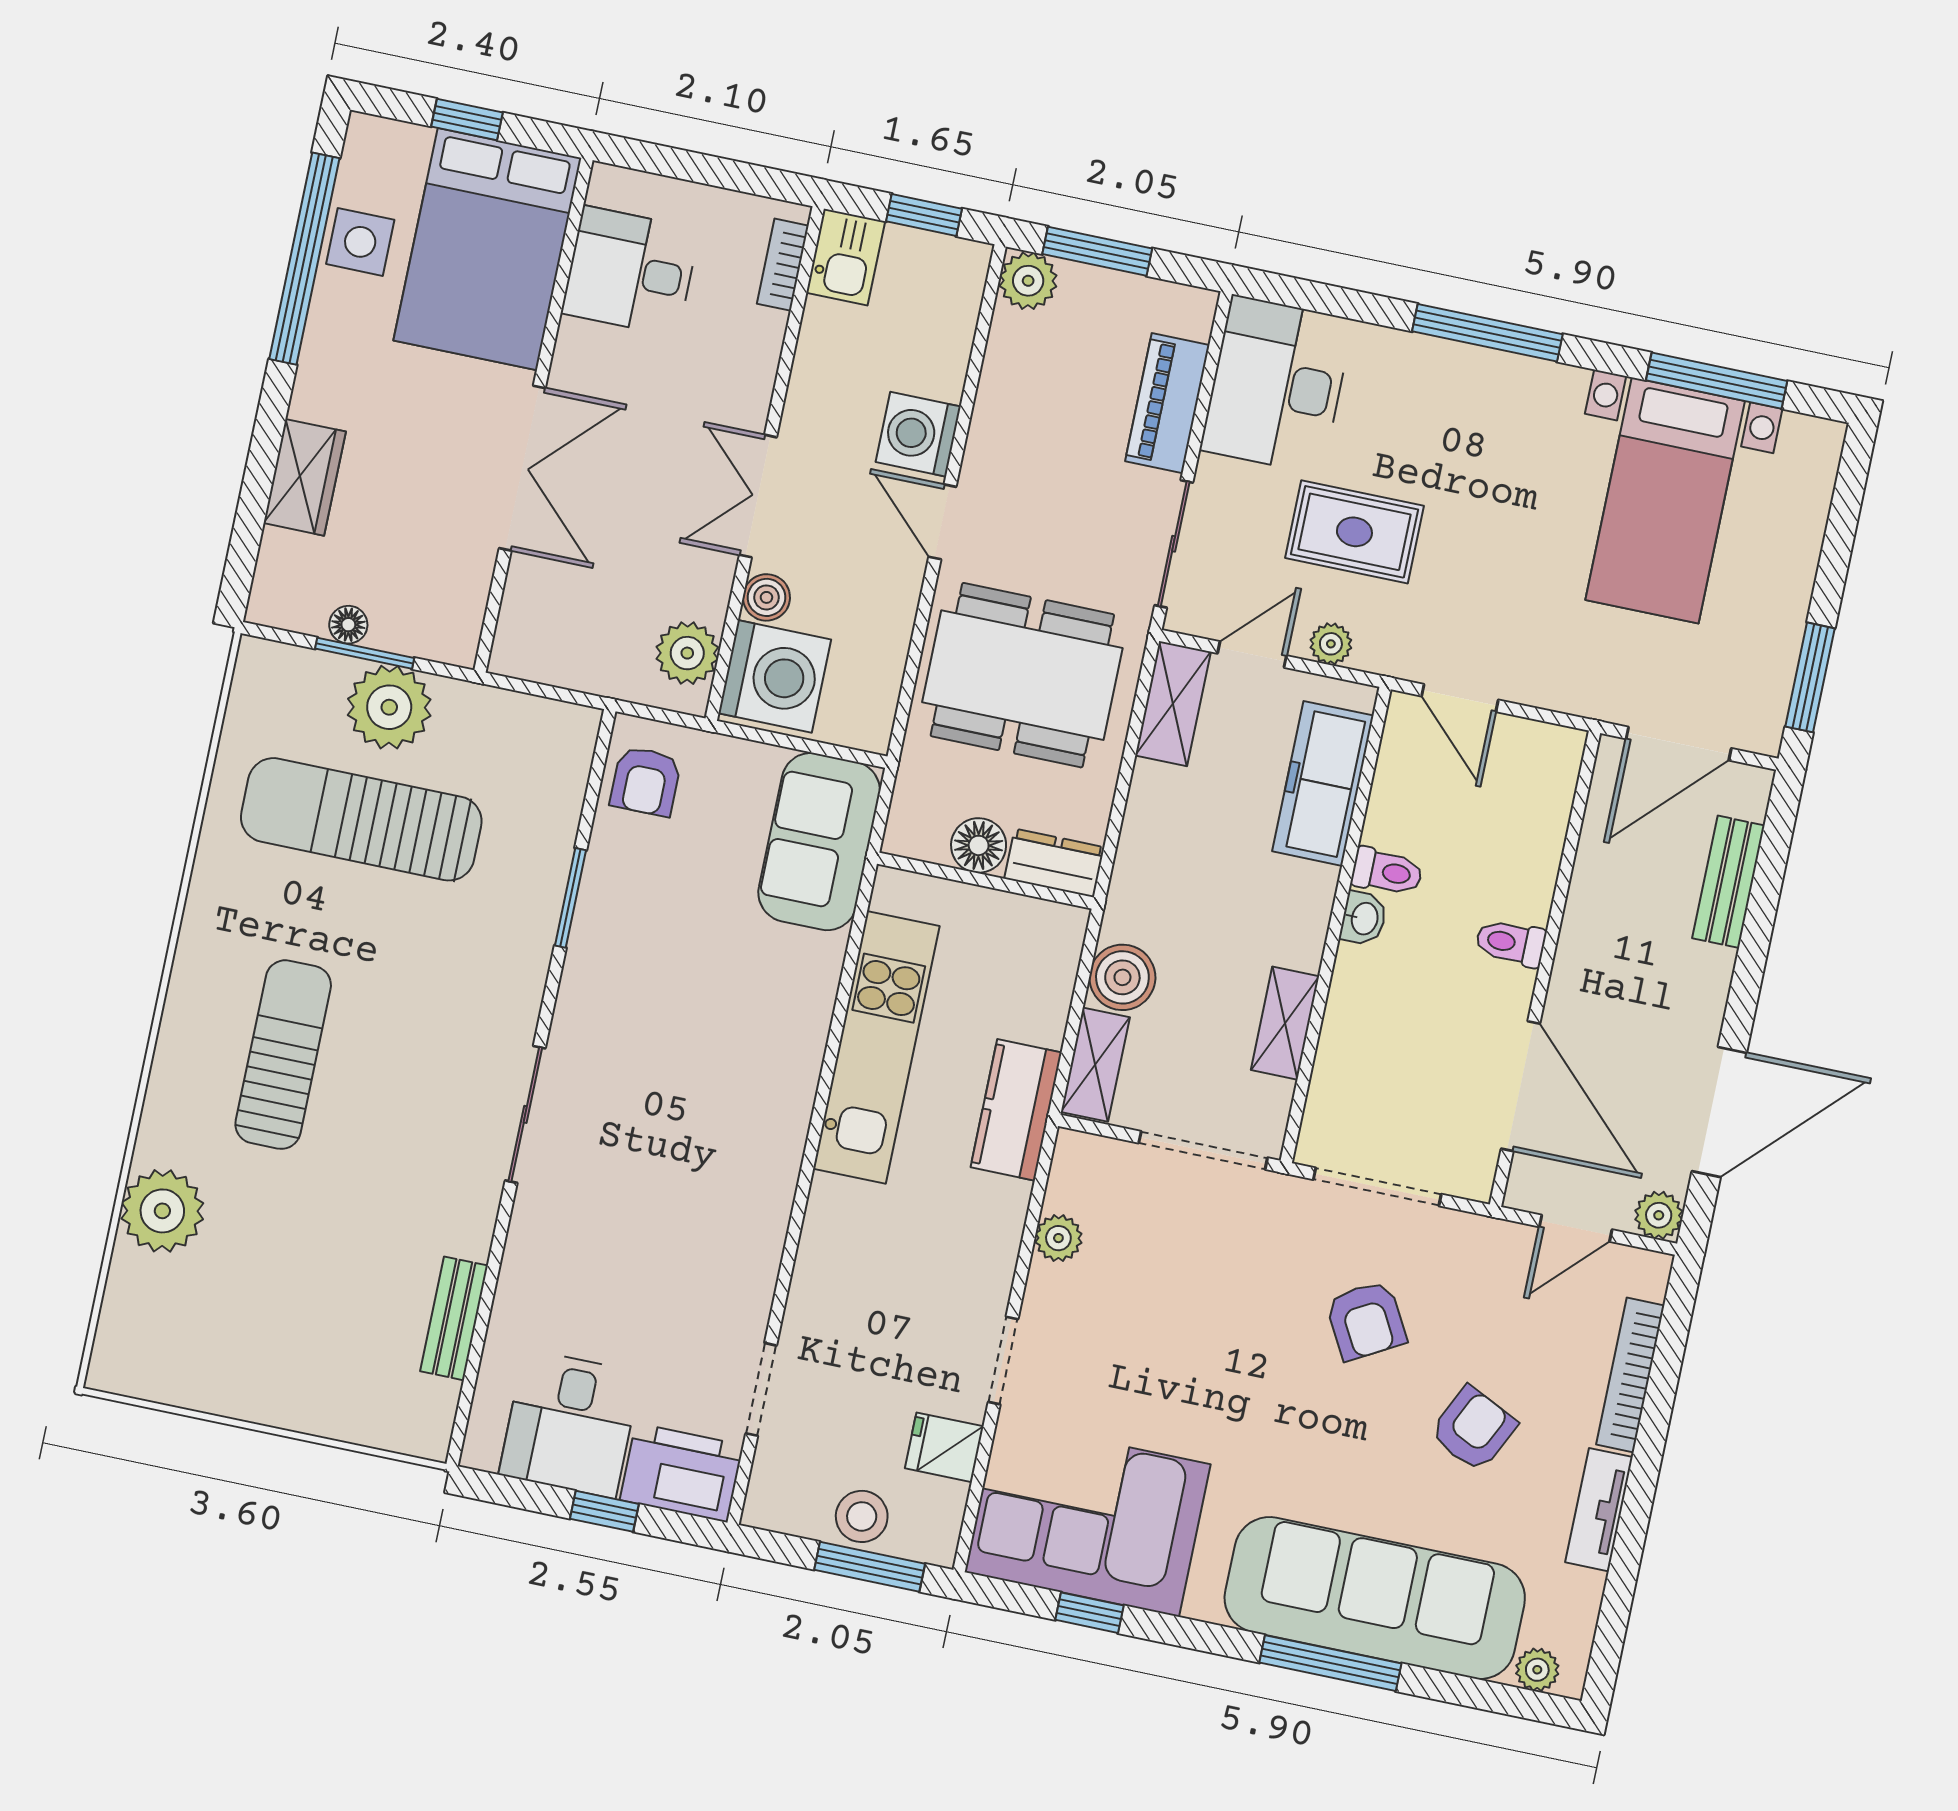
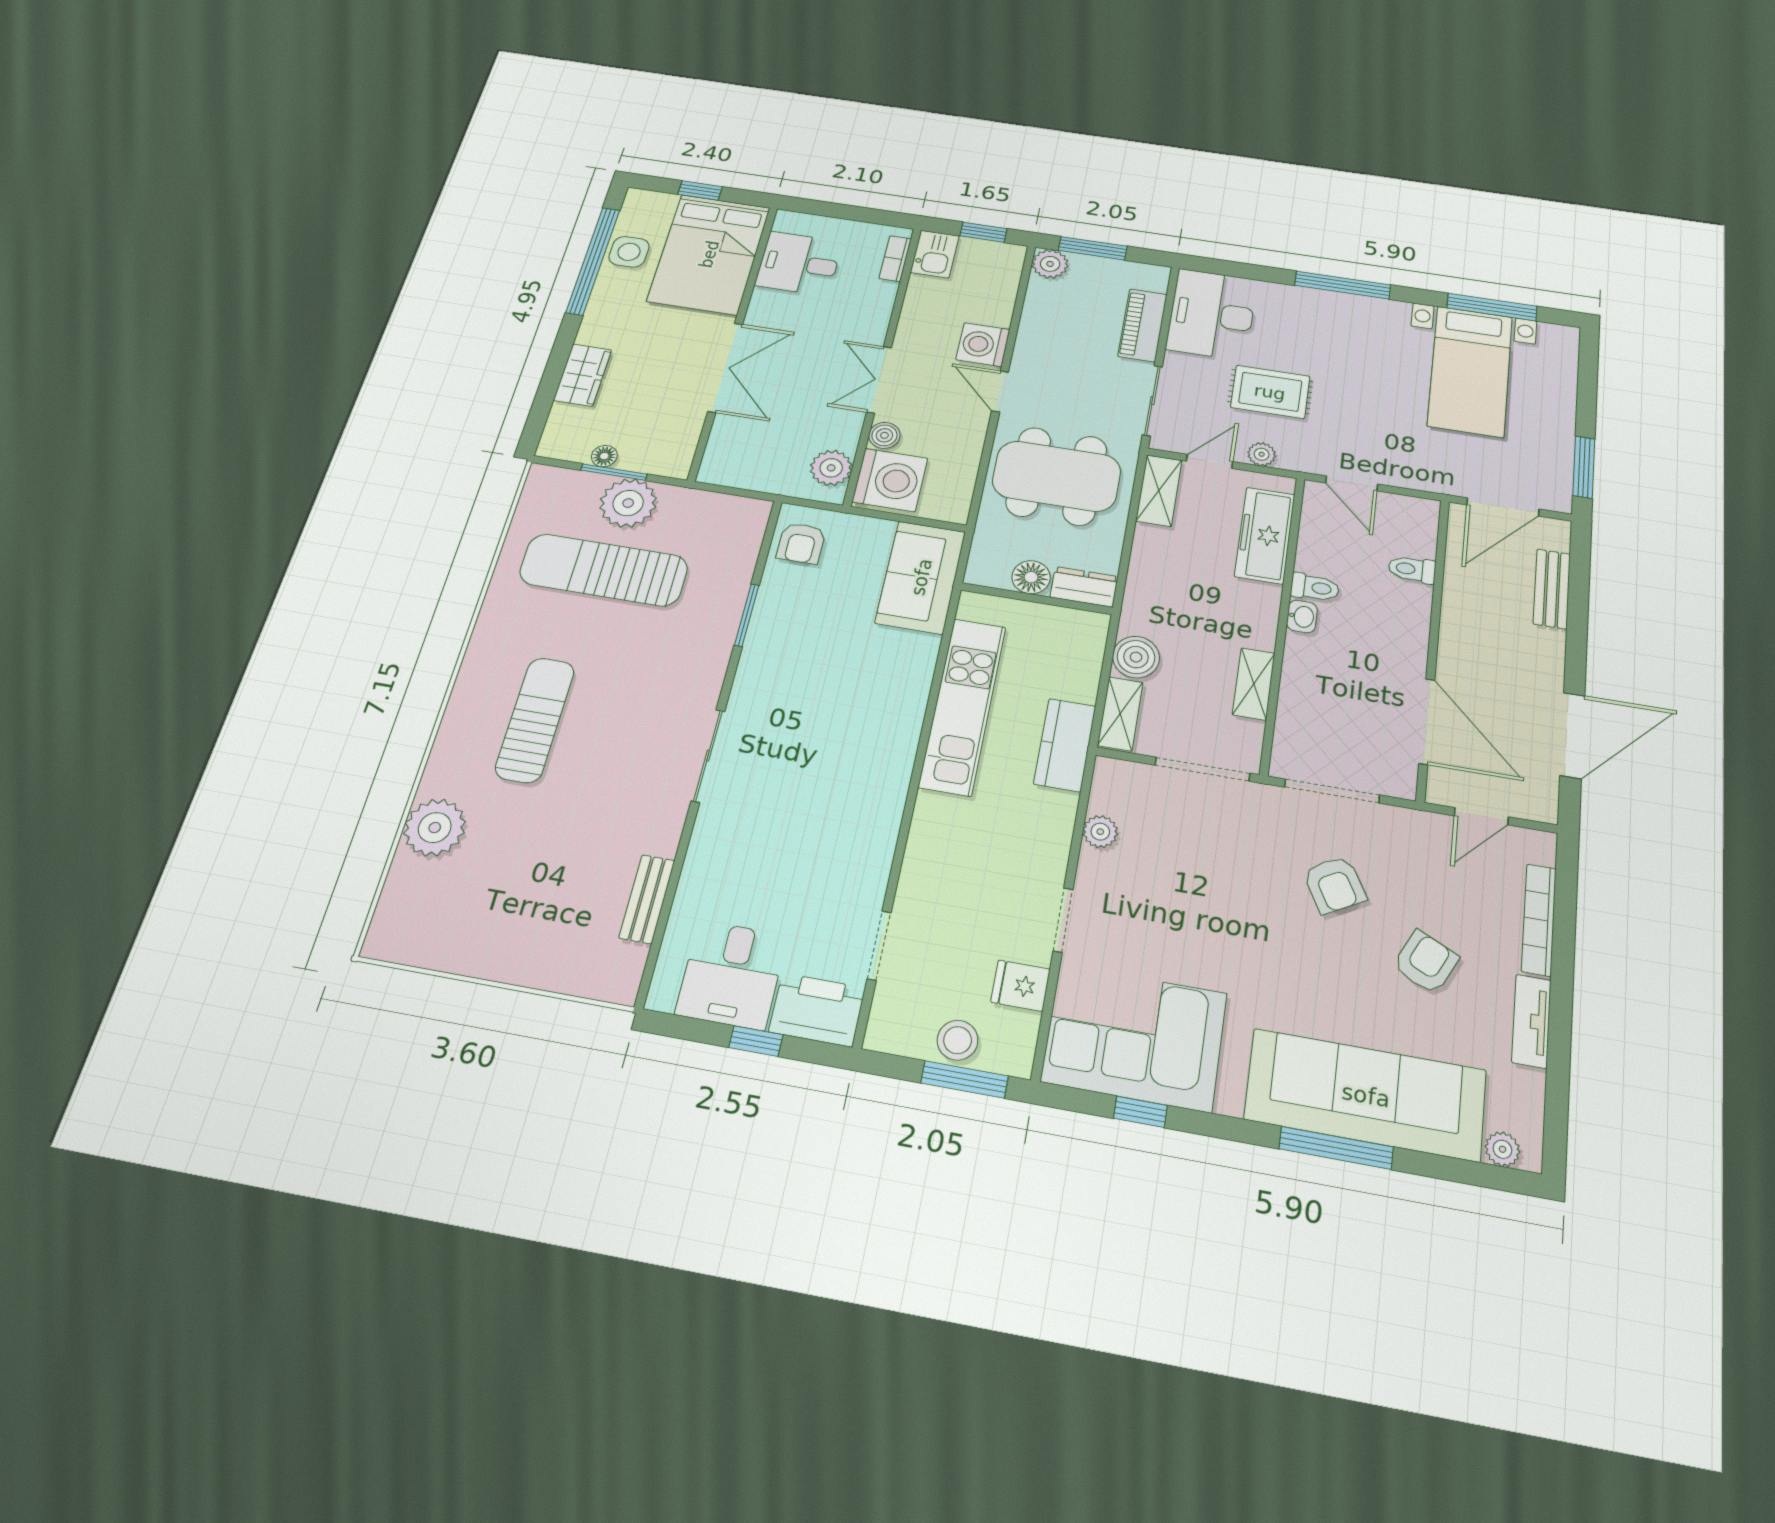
toilet: (1511, 943) -> (1412, 569), moved
plant: (1659, 1215) -> (1541, 806), removed

